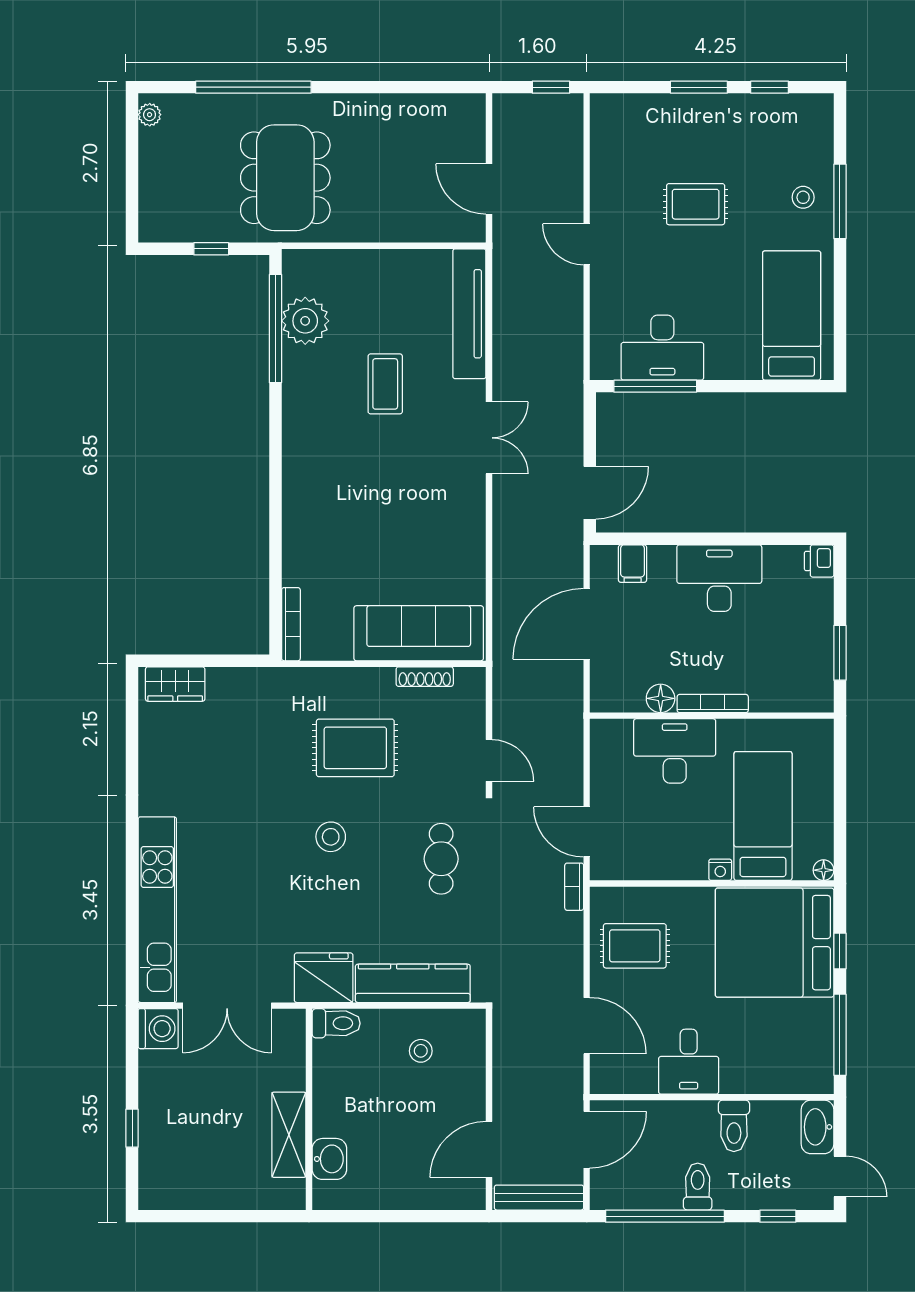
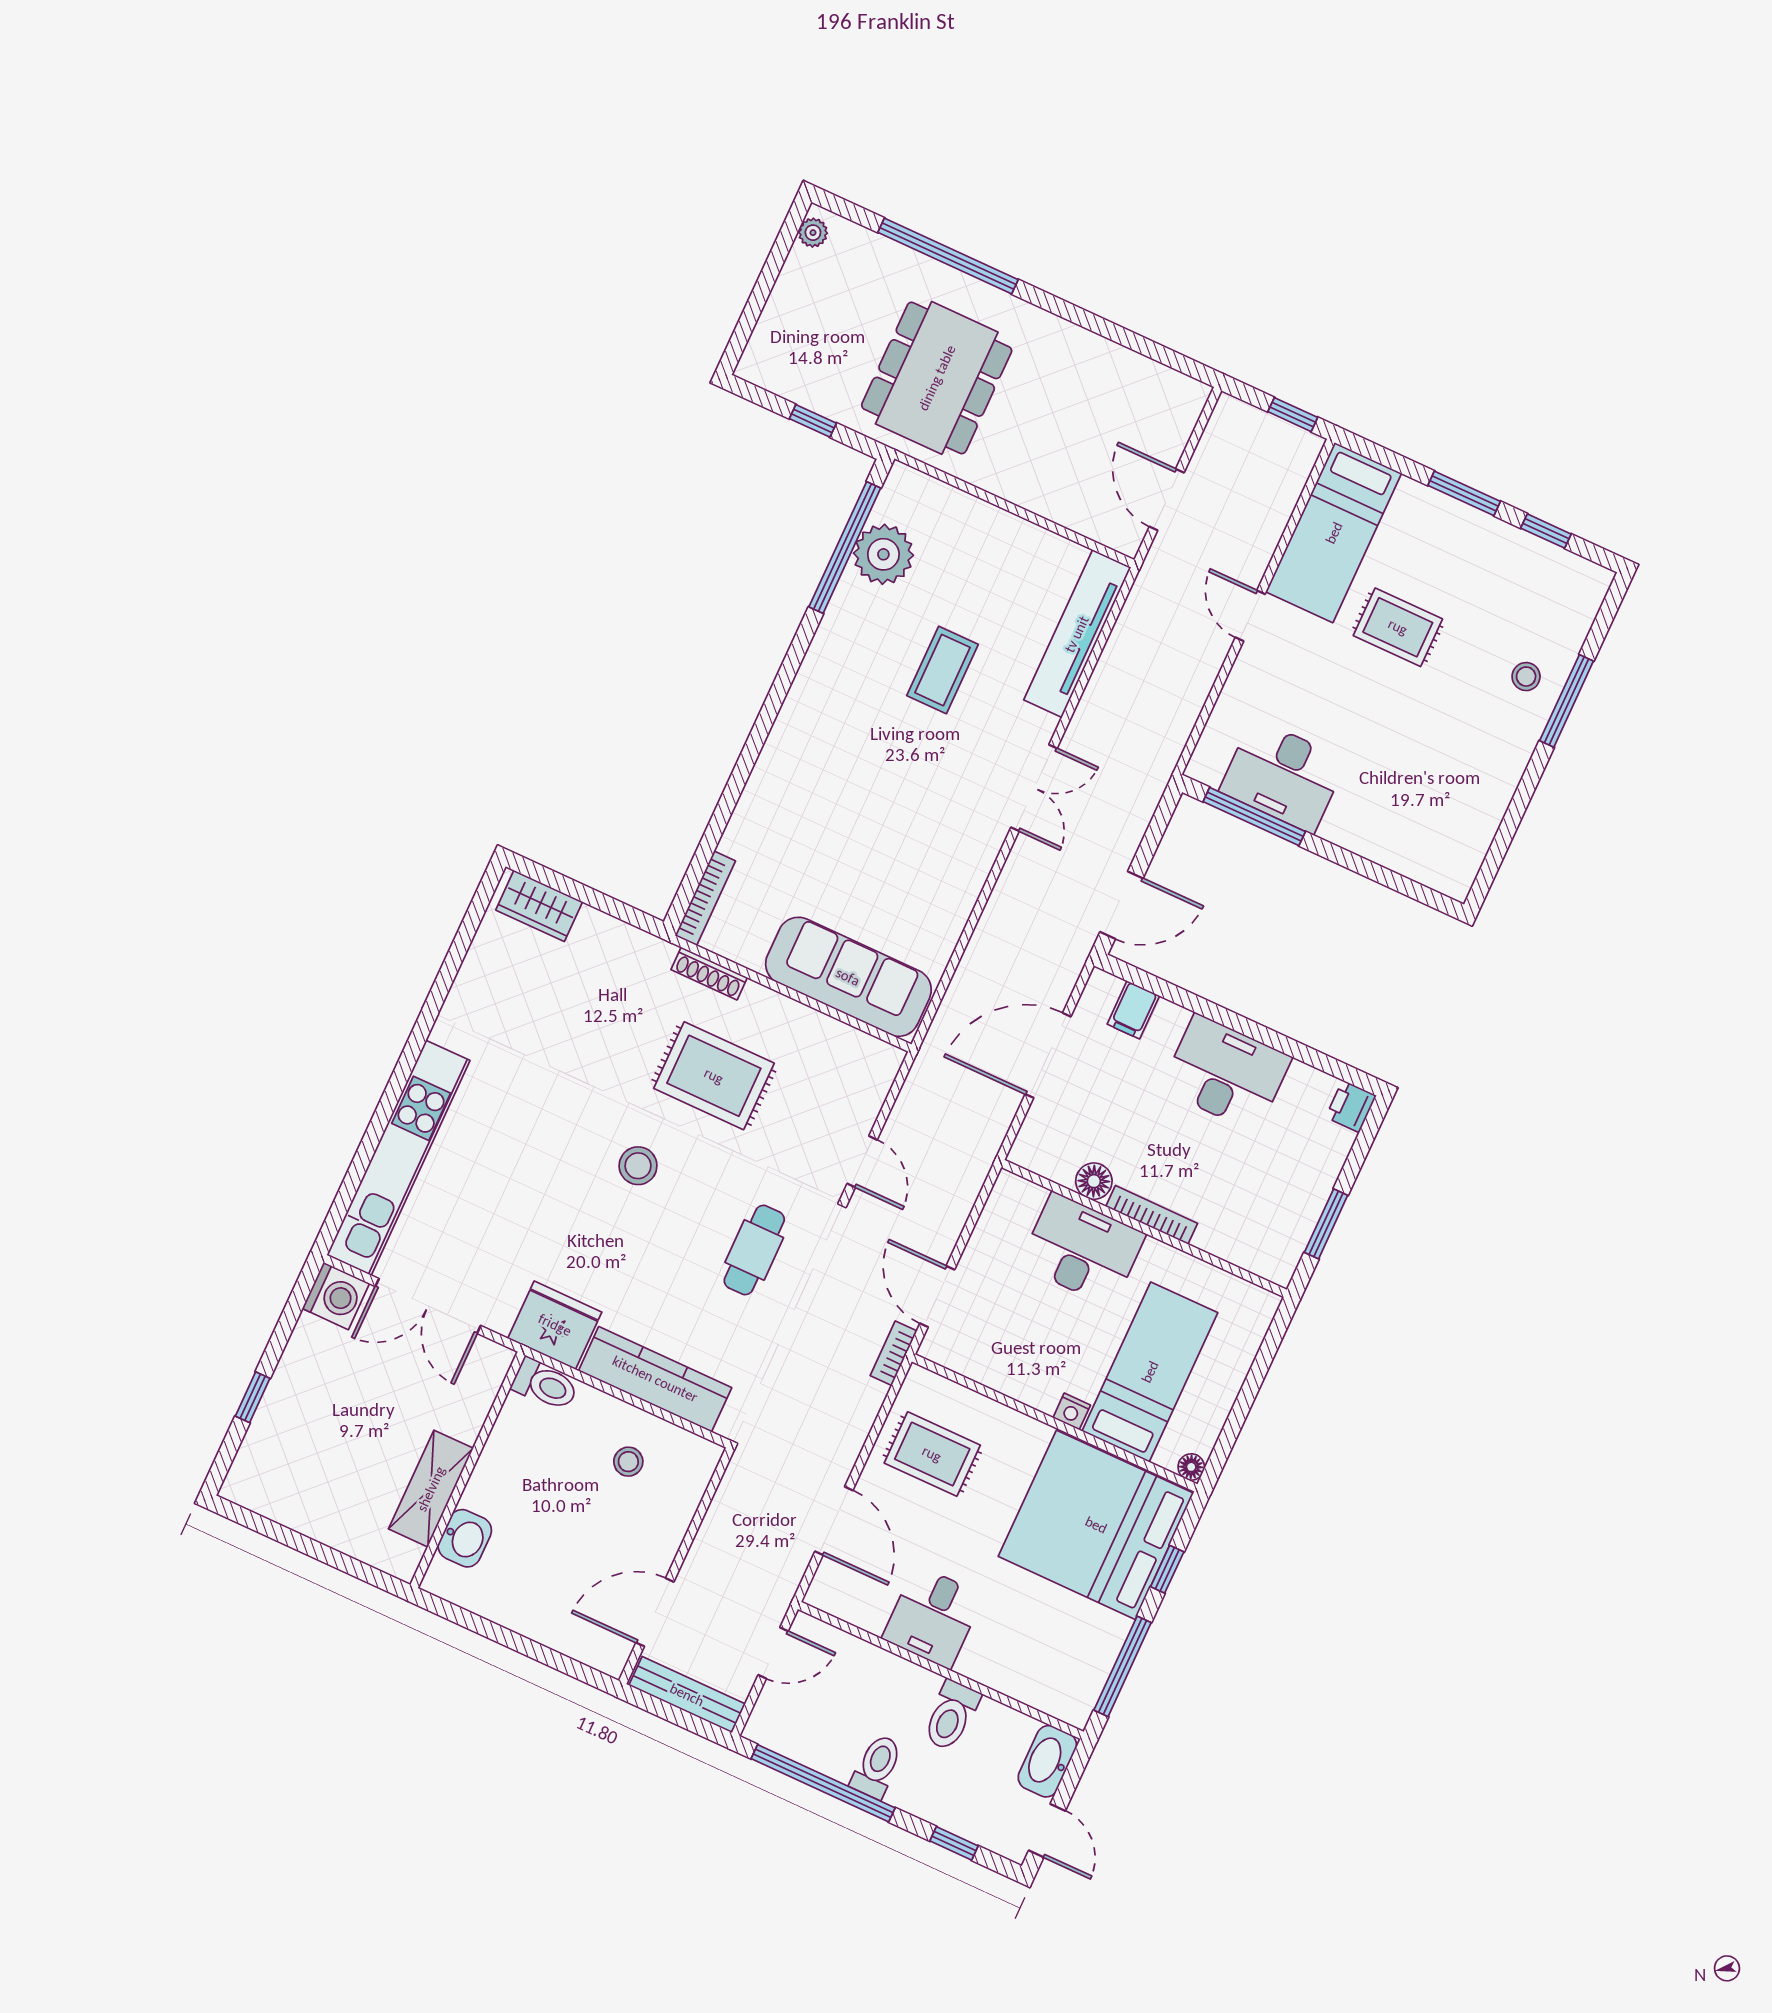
bed: (792, 315) -> (1334, 533), moved, turned 180
shoe rack: (425, 677) -> (709, 974), moved
door: (587, 1140) -> (773, 1653), width x0.73

